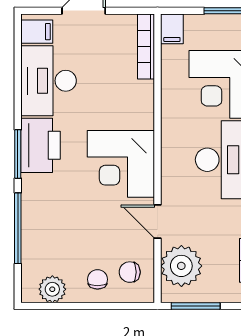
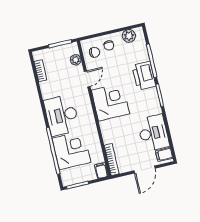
printer: (41, 145) -> (144, 76), moved
door: (158, 222) -> (87, 79), hinge flipped
plant: (181, 266) -> (76, 60), width x0.53, depth x0.53

